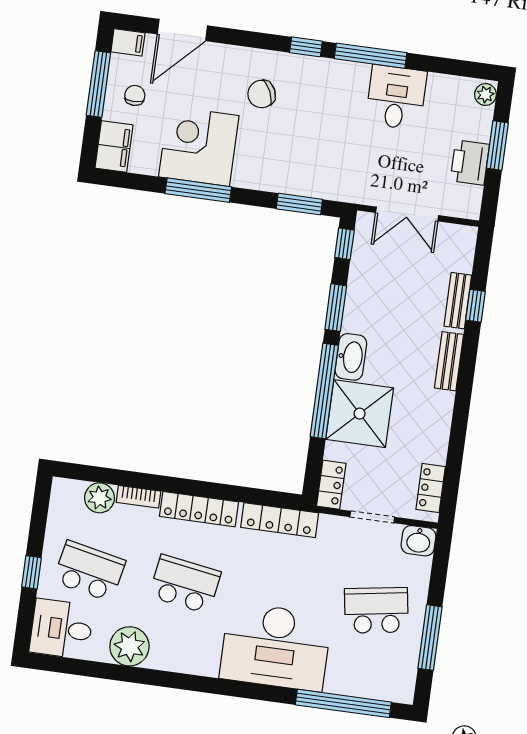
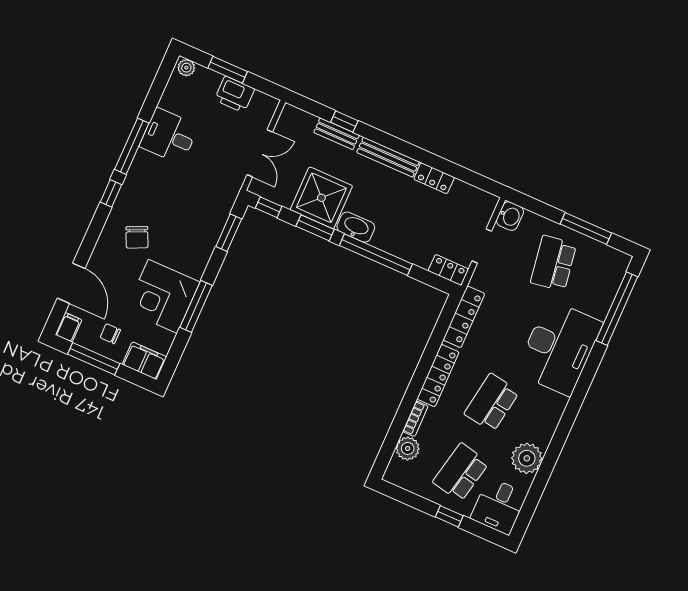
bench: (449, 361) -> (388, 157), width x1.36
shower: (360, 414) -> (321, 198), moved
locker: (431, 488) -> (434, 178), moved

